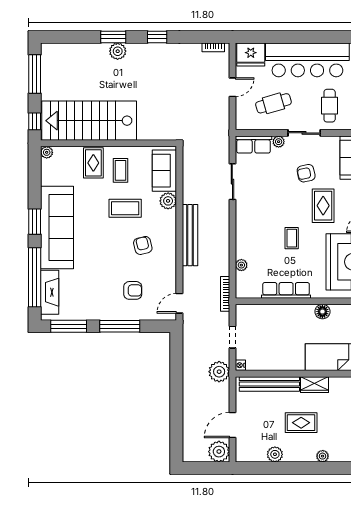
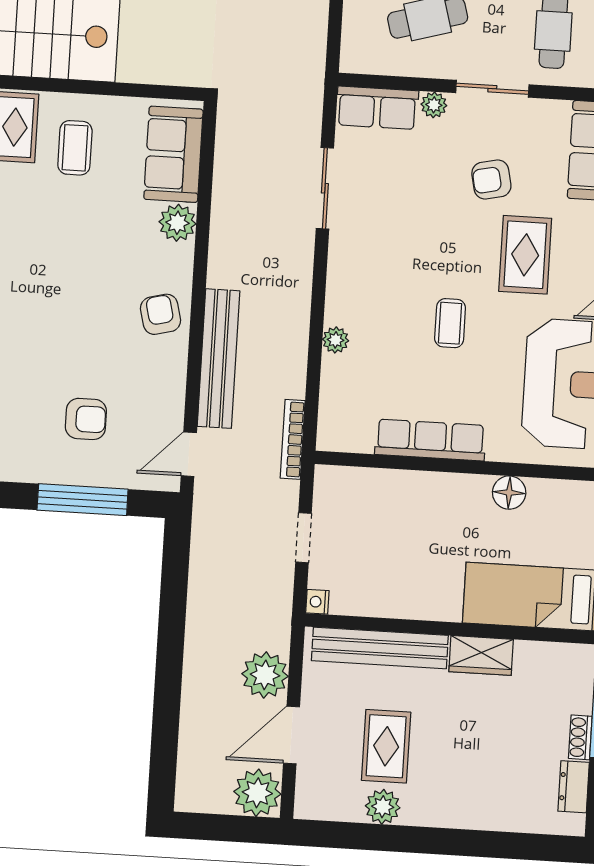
coffee table: (125, 208) -> (80, 233), removed
bench: (190, 235) -> (218, 359), moved
armchair: (143, 245) -> (161, 314), moved
plant: (241, 265) -> (336, 340), moved
window: (120, 326) -> (83, 500), moved
plant: (219, 372) -> (265, 675), moved
rug: (301, 423) -> (386, 746), moved, turned 90
plant: (323, 456) -> (489, 817), removed

